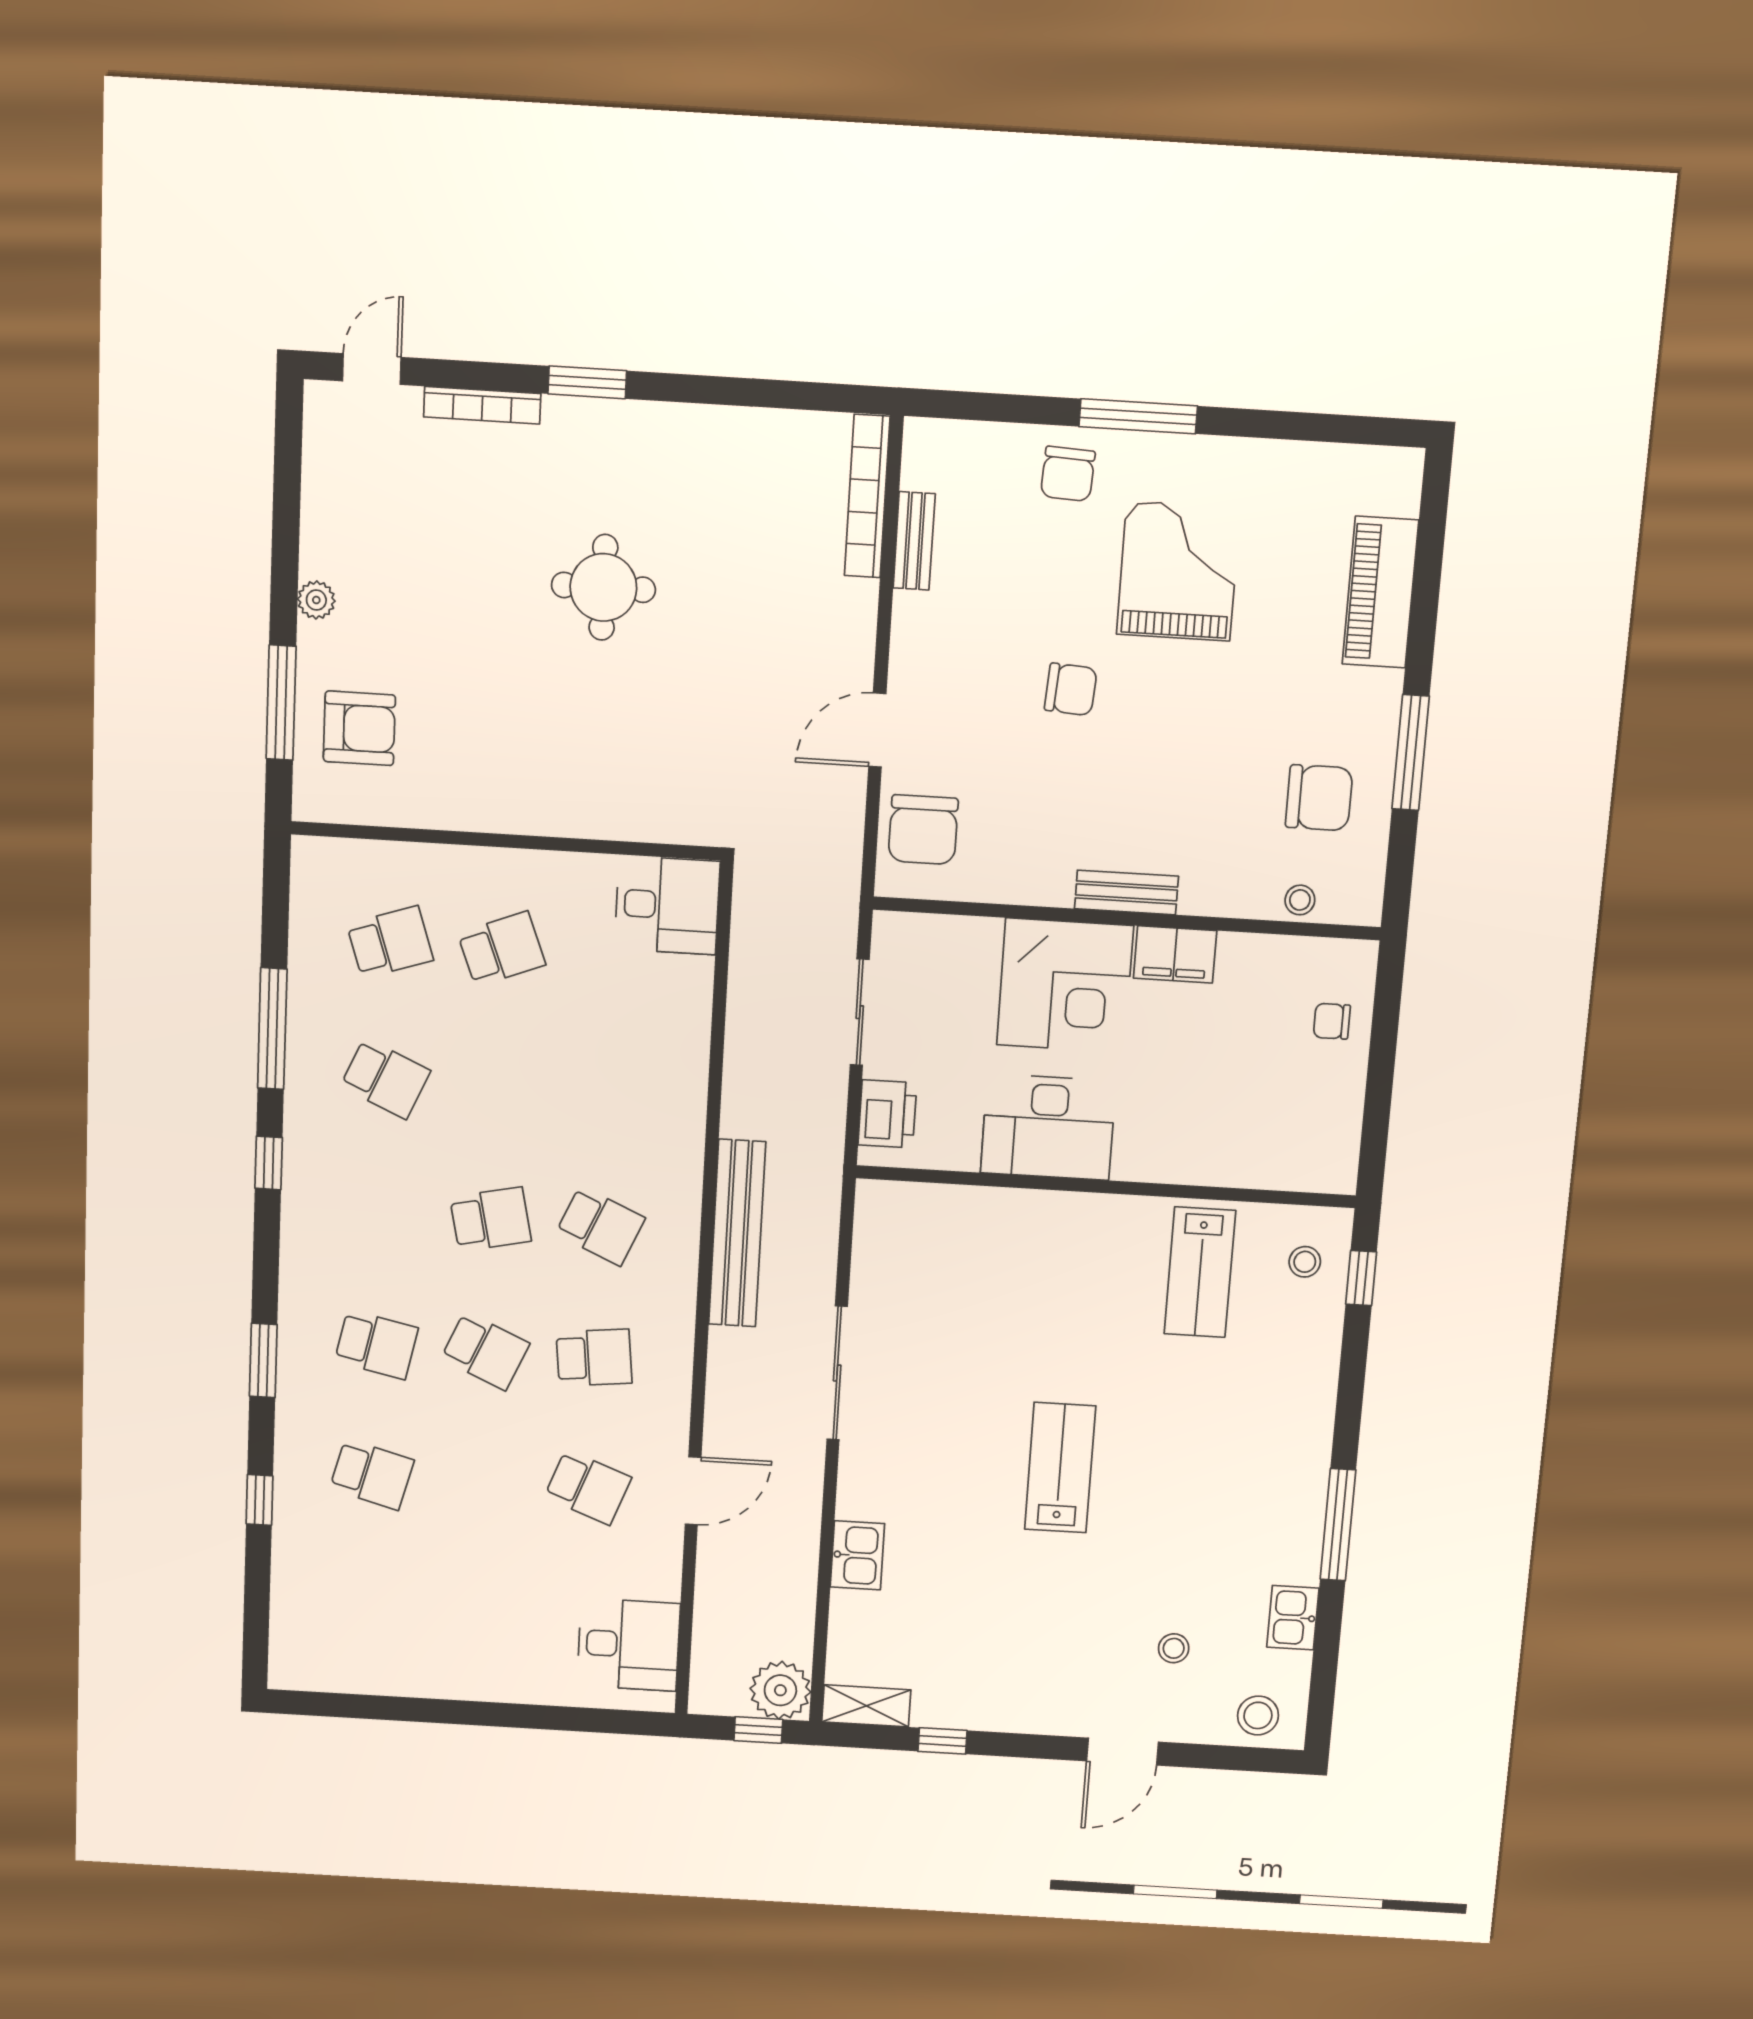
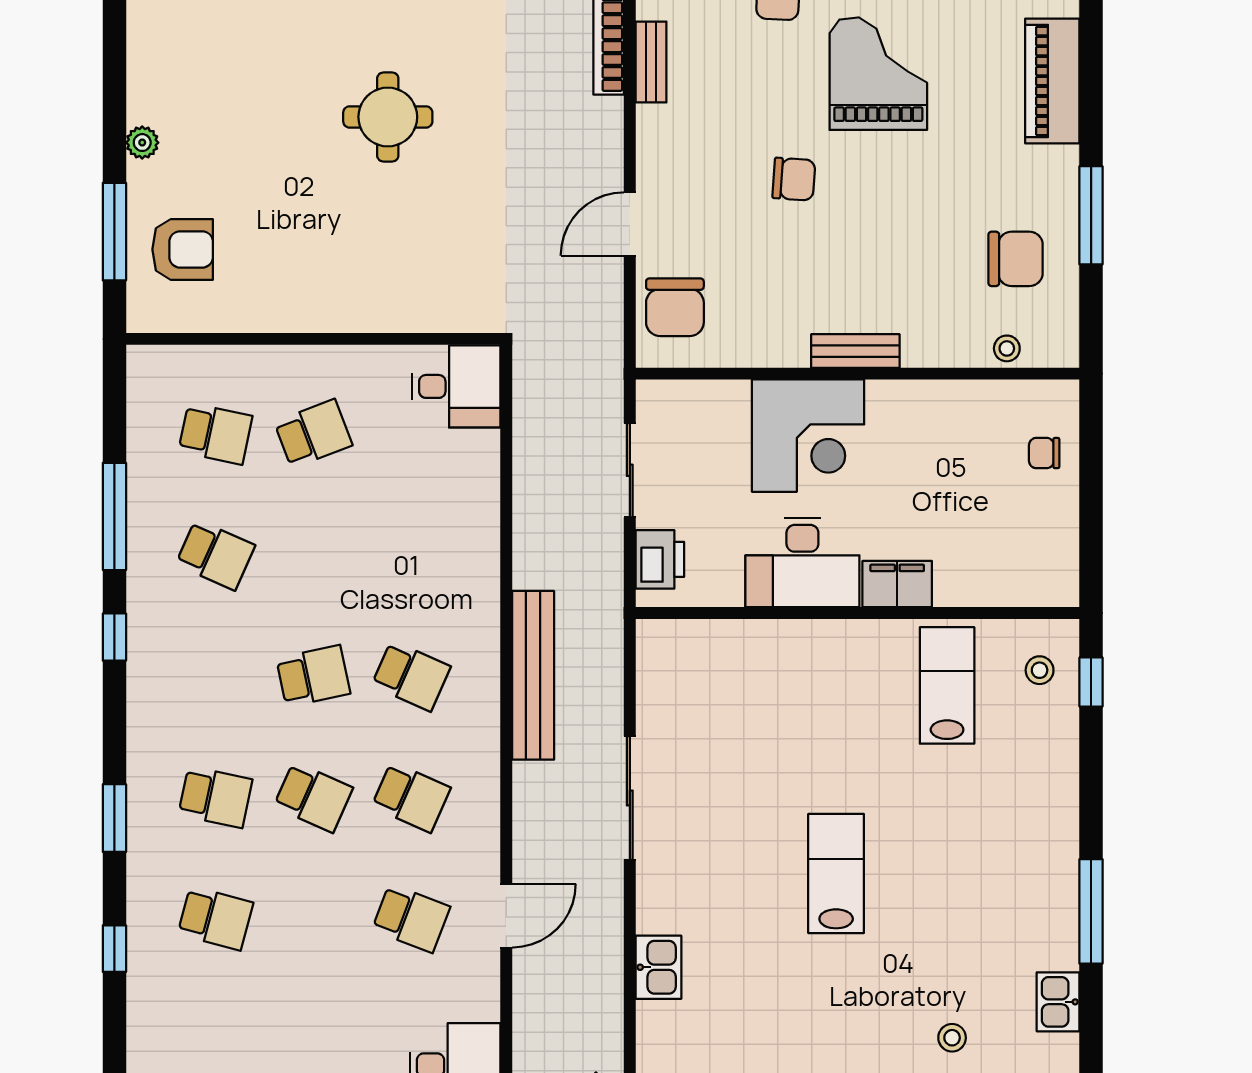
school desk: (390, 942) -> (215, 434), turned 30
filing cabinet: (1175, 954) -> (897, 584), moved, turned 180
lab bench: (1200, 1272) -> (947, 685), turned 180
school desk: (594, 1358) -> (411, 797), turned 30

